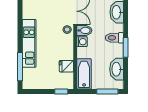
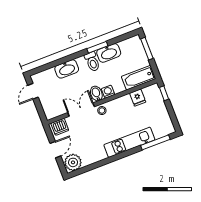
washbasin: (117, 69) -> (109, 53), moved

